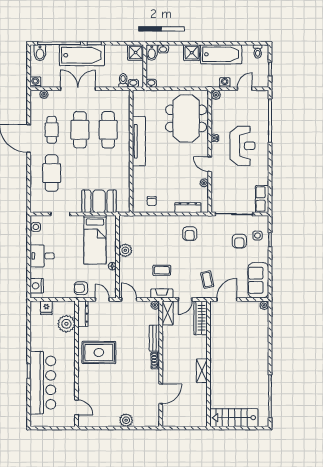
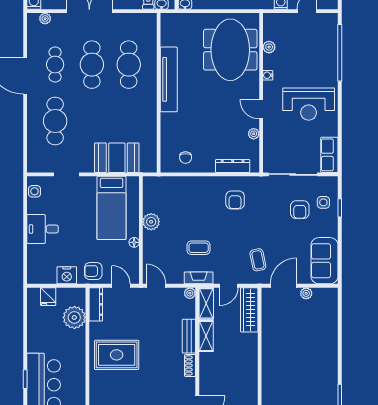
plant: (216, 95) -> (269, 47), moved
reception desk: (242, 146) -> (309, 104), moved, turned 90
nightstand: (37, 286) -> (67, 275), moved, turned -90
plant: (264, 305) -> (306, 293), moved
shelving: (202, 371) -> (206, 336), moved

